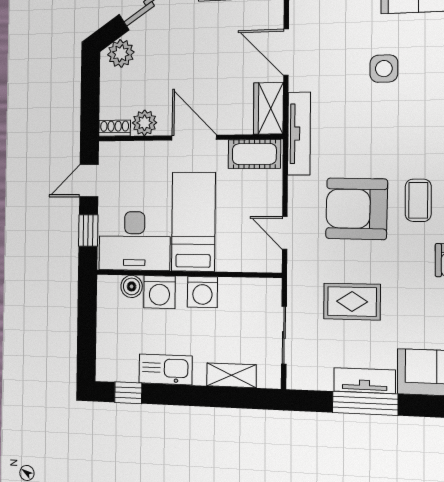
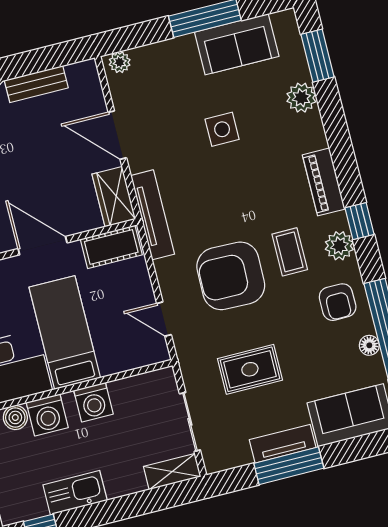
shelving: (231, 375) -> (172, 472), moved

